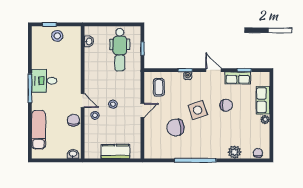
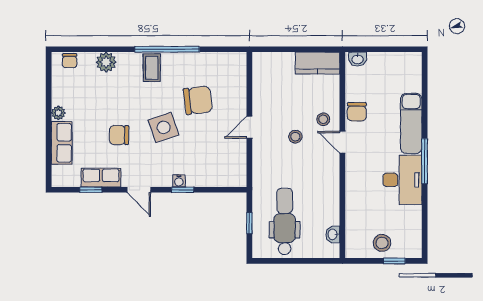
desk: (44, 81) -> (402, 180), width x1.37
coffee table: (159, 87) -> (152, 68), moved
exam couch: (39, 130) -> (411, 123), moved
kitchen counter: (115, 151) -> (318, 63), moved

